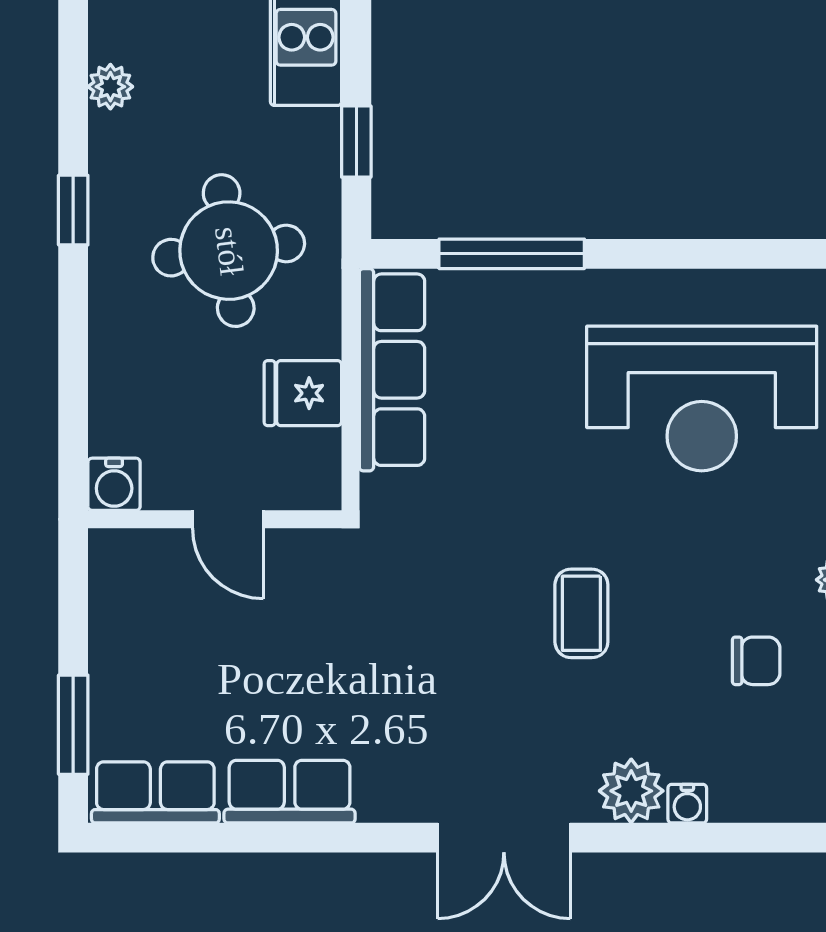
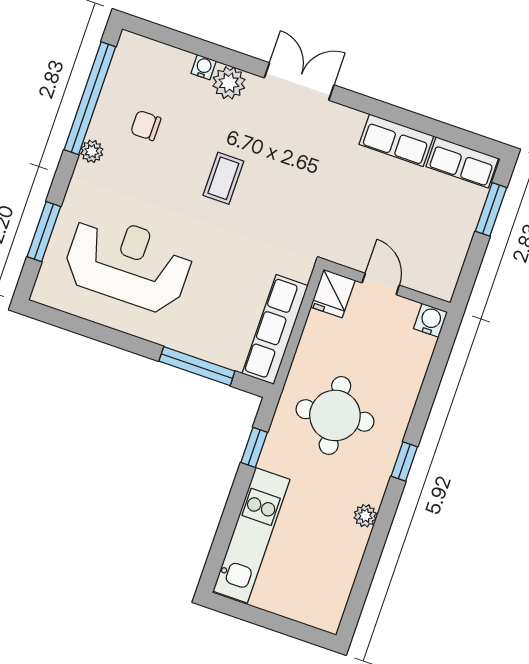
fridge: (303, 393) -> (333, 294), moved, turned 90

